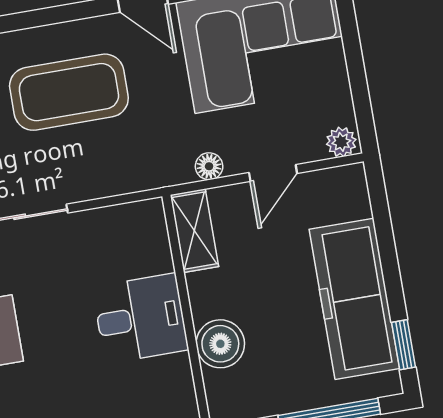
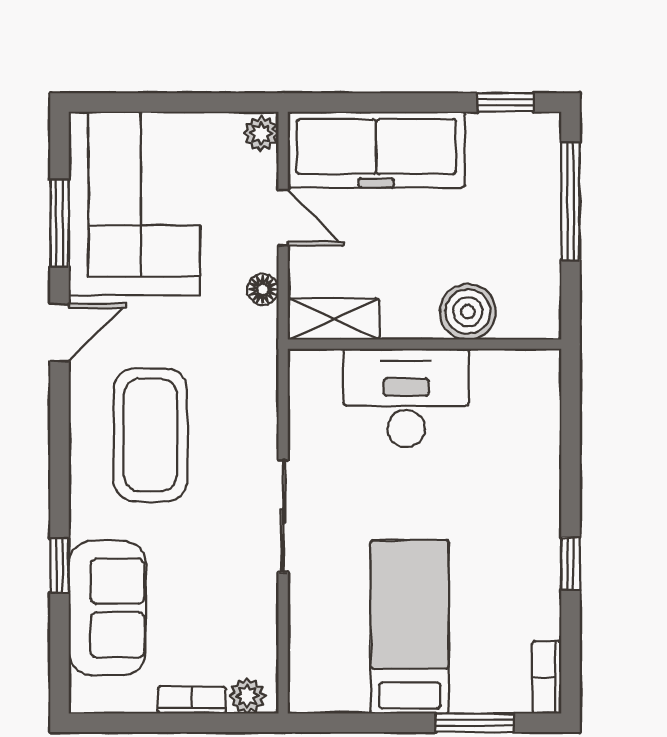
freezer: (354, 299) -> (376, 150), moved
desk: (140, 318) -> (406, 398), width x1.37

